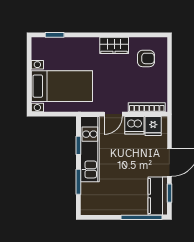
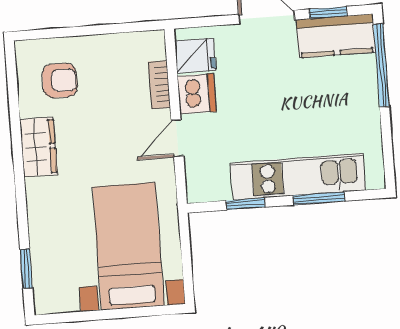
armchair: (146, 58) -> (60, 80), turned 90
bookcase: (147, 107) -> (159, 85), width x0.64
door: (113, 114) -> (177, 138), swing flipped
kitchen unit: (90, 149) -> (298, 177), moved

